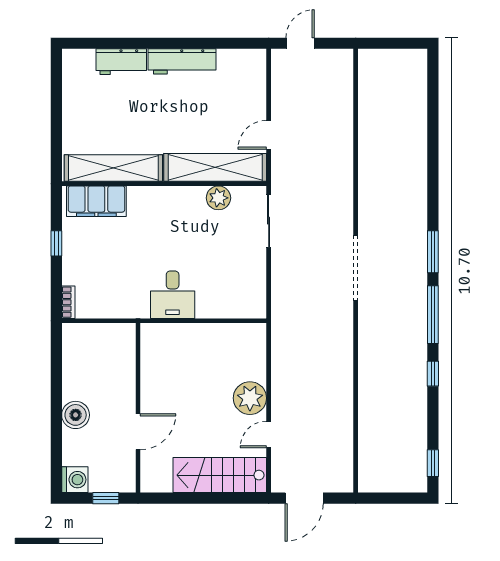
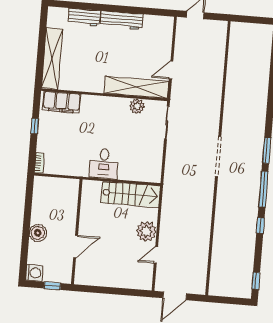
shelving: (113, 168) -> (52, 59), moved, turned 90
stairs: (220, 475) -> (131, 194), moved, turned 180

